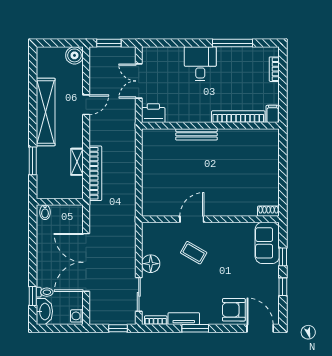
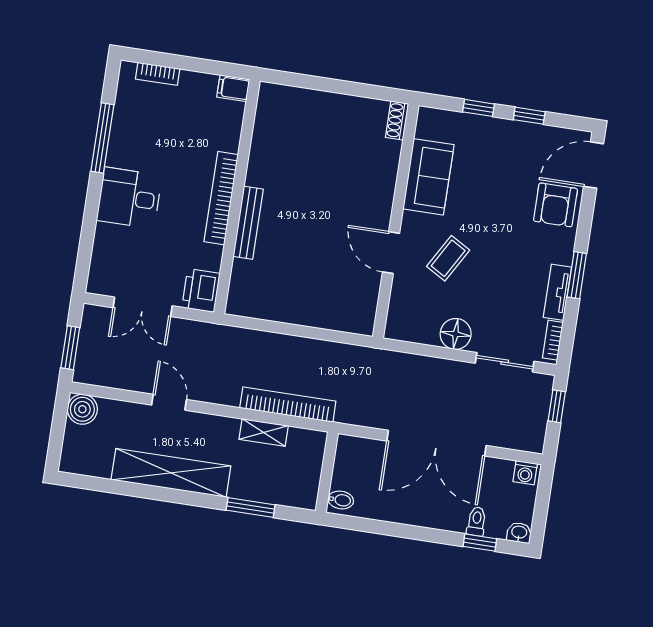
bookcase: (238, 117) -> (221, 198), moved
sofa: (267, 243) -> (428, 177), moved, turned -90
washbasin: (44, 311) -> (519, 533), width x0.52, depth x0.69

